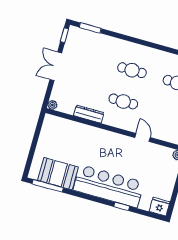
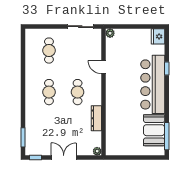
double door: (56, 66) -> (64, 157), swing flipped
door: (143, 138) -> (103, 67), hinge flipped

